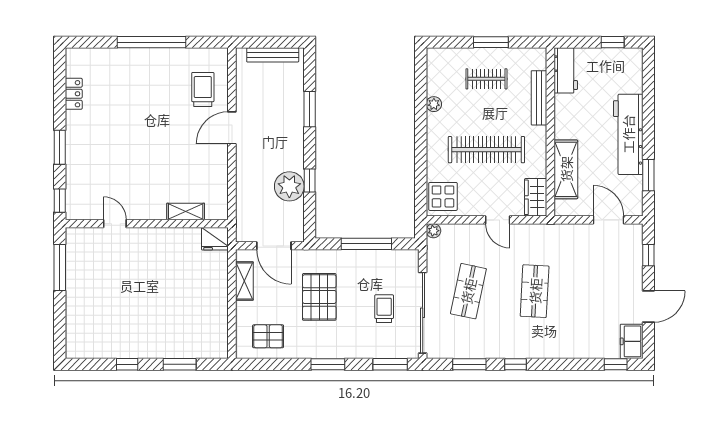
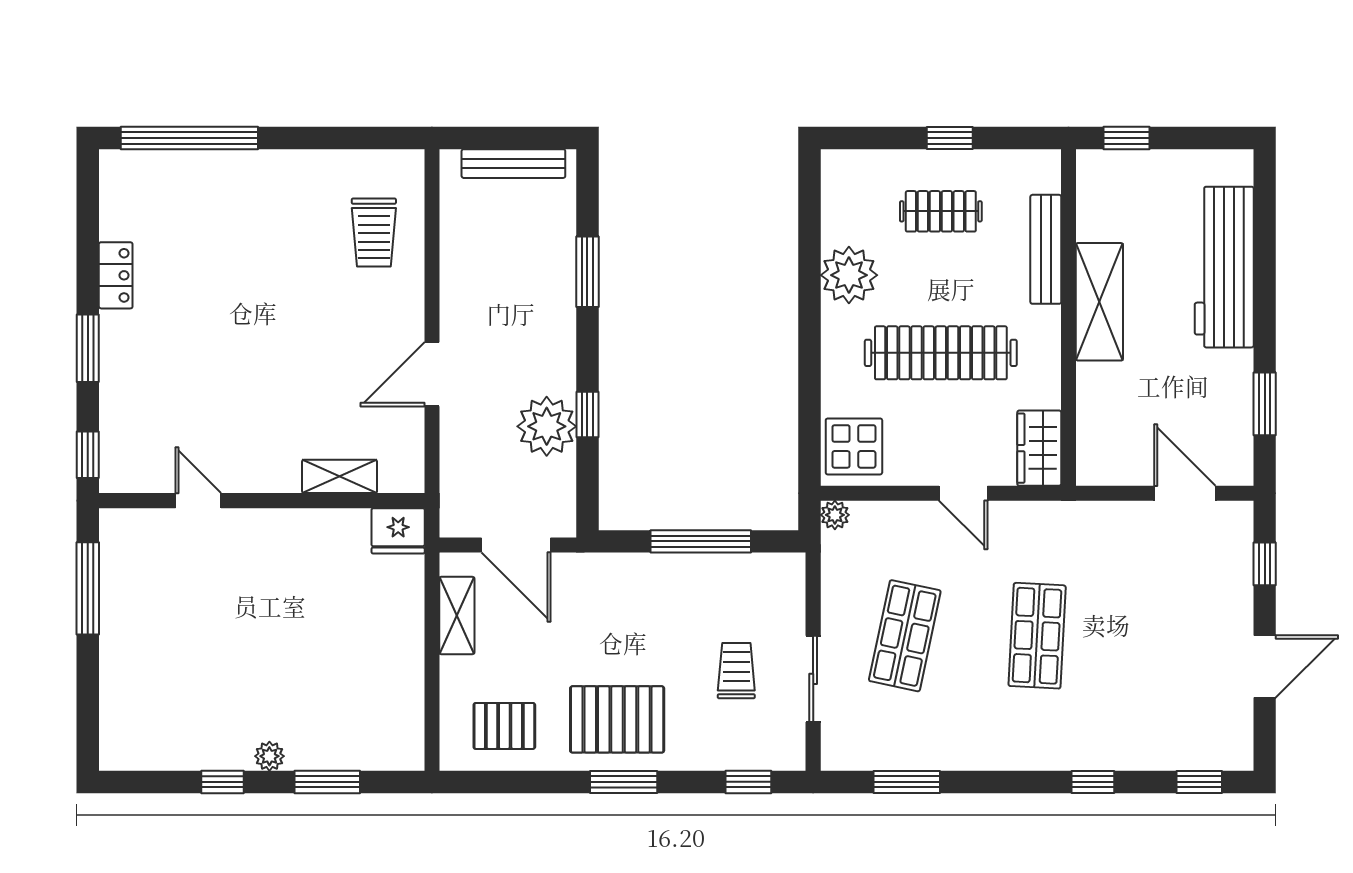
window: (152, 42) -> (189, 138), moved
window: (491, 42) -> (950, 138), width x0.67
window: (613, 42) -> (1127, 138), moved
workbench: (566, 70) -> (1099, 195), removed
trolley: (203, 89) -> (374, 233), turned 180
locker: (74, 94) -> (116, 275), moved
plant: (434, 104) -> (849, 275), width x1.88, depth x1.88
door: (232, 128) -> (432, 374), moved
workbench: (628, 134) -> (1224, 267), moved
shelving: (566, 169) -> (1099, 302), moved
pallet: (319, 297) -> (617, 719), moved, turned 90
sliding door: (423, 313) -> (813, 679), width x0.54
freezer: (632, 341) -> (1231, 736), removed
plant: (151, 351) -> (269, 756), added
window: (390, 364) -> (748, 782), width x0.67
window: (515, 364) -> (1093, 782), moved

